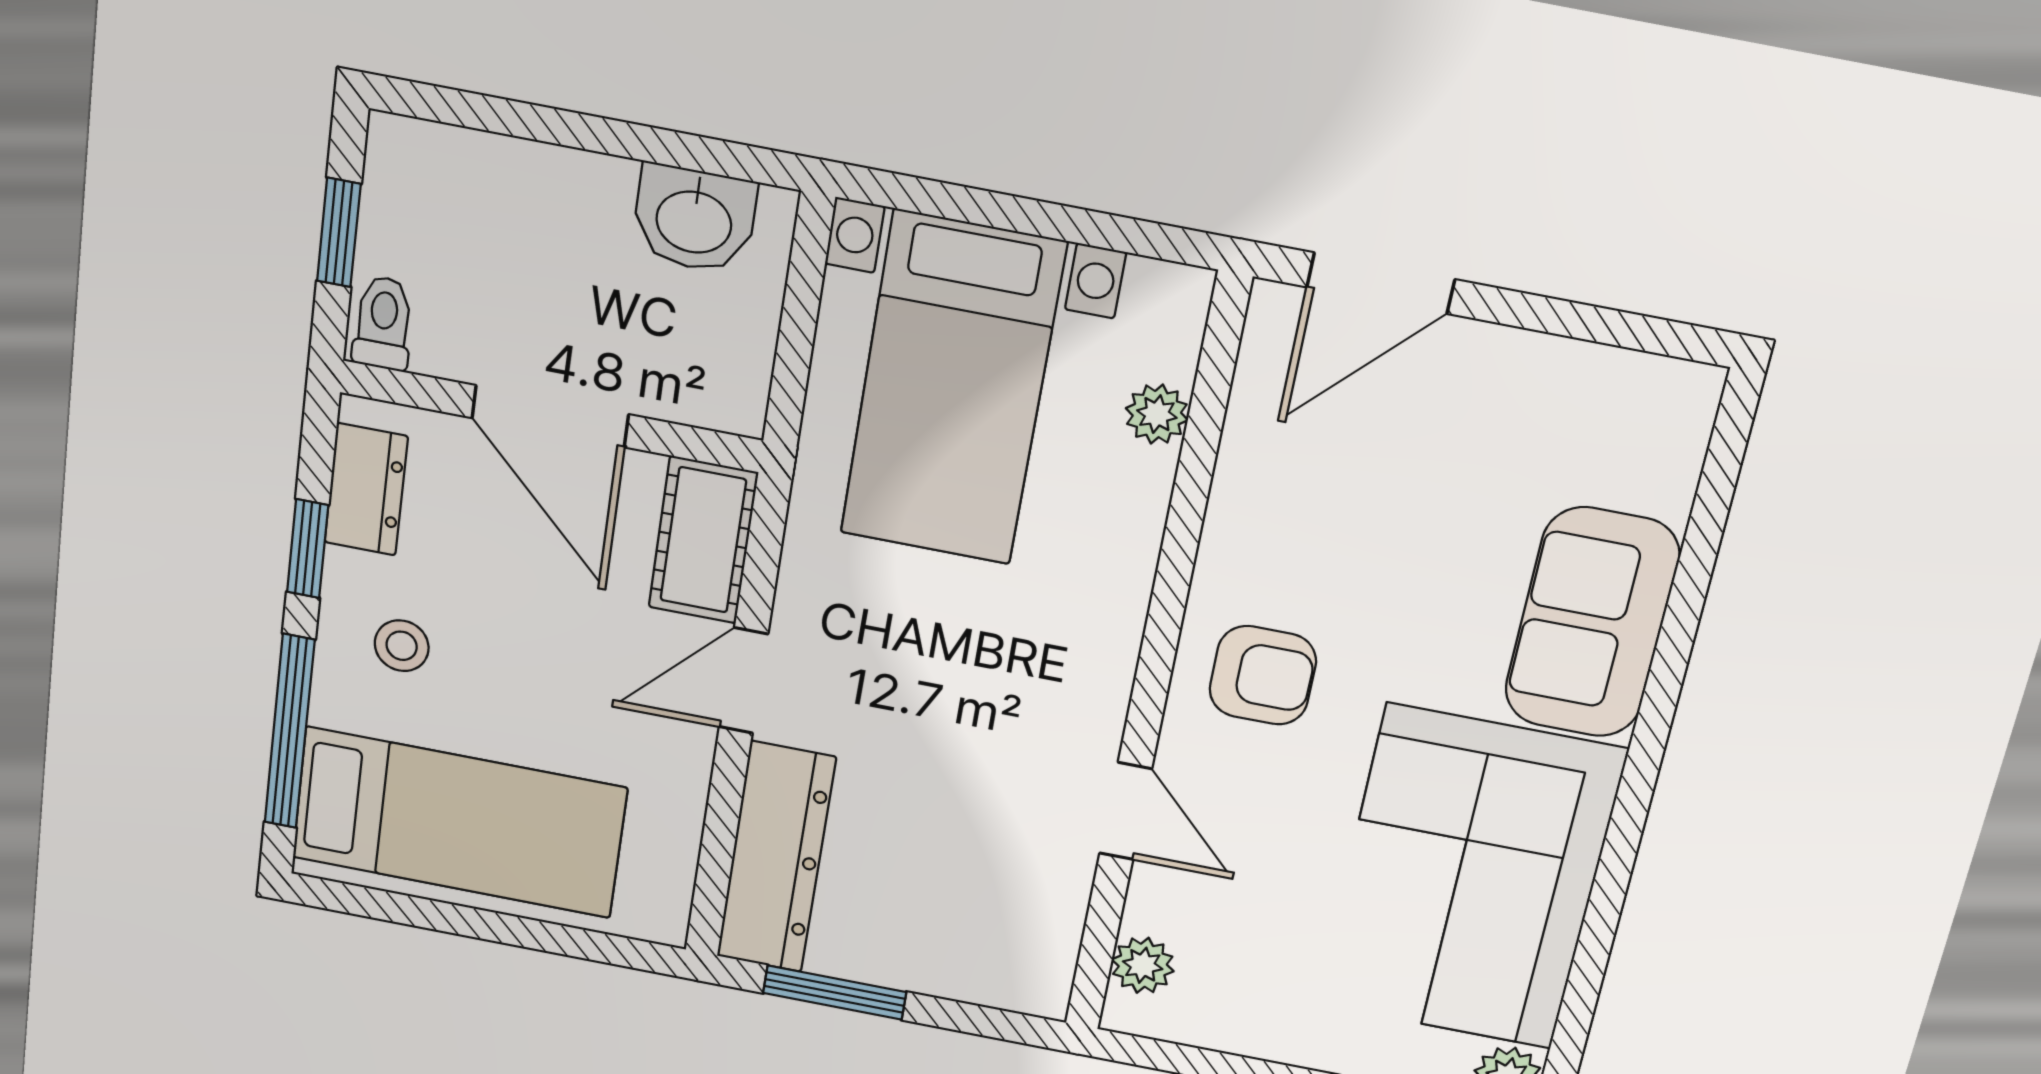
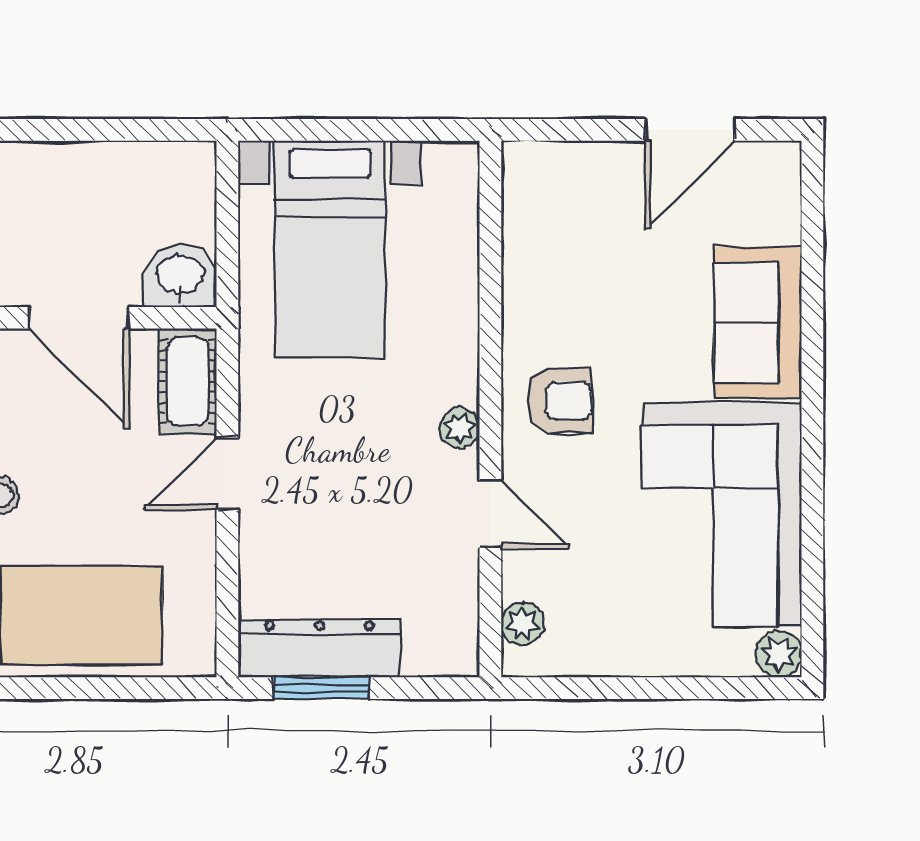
washbasin: (694, 219) -> (180, 276), moved, turned 180
door: (1381, 283) -> (690, 130), moved
plant: (1157, 414) -> (460, 428), moved
dresser: (776, 857) -> (319, 648), moved, turned -90

